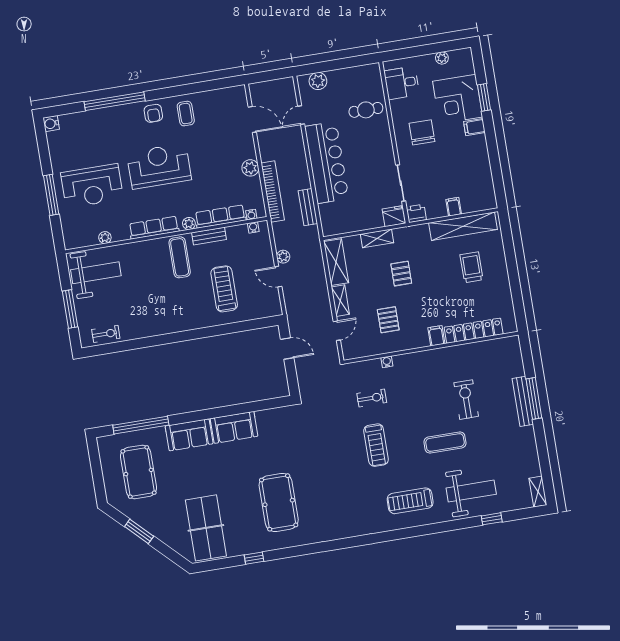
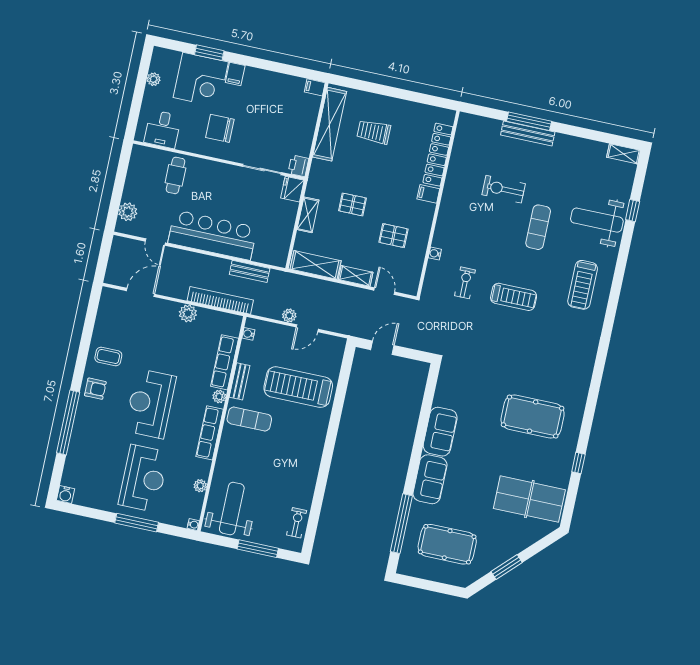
filing cabinet: (454, 207) -> (315, 87), moved
water cooler: (251, 215) -> (193, 524), moved
treadmill: (224, 289) -> (298, 387), width x1.37, depth x1.38
weight bench: (471, 491) -> (597, 220), turned -90

